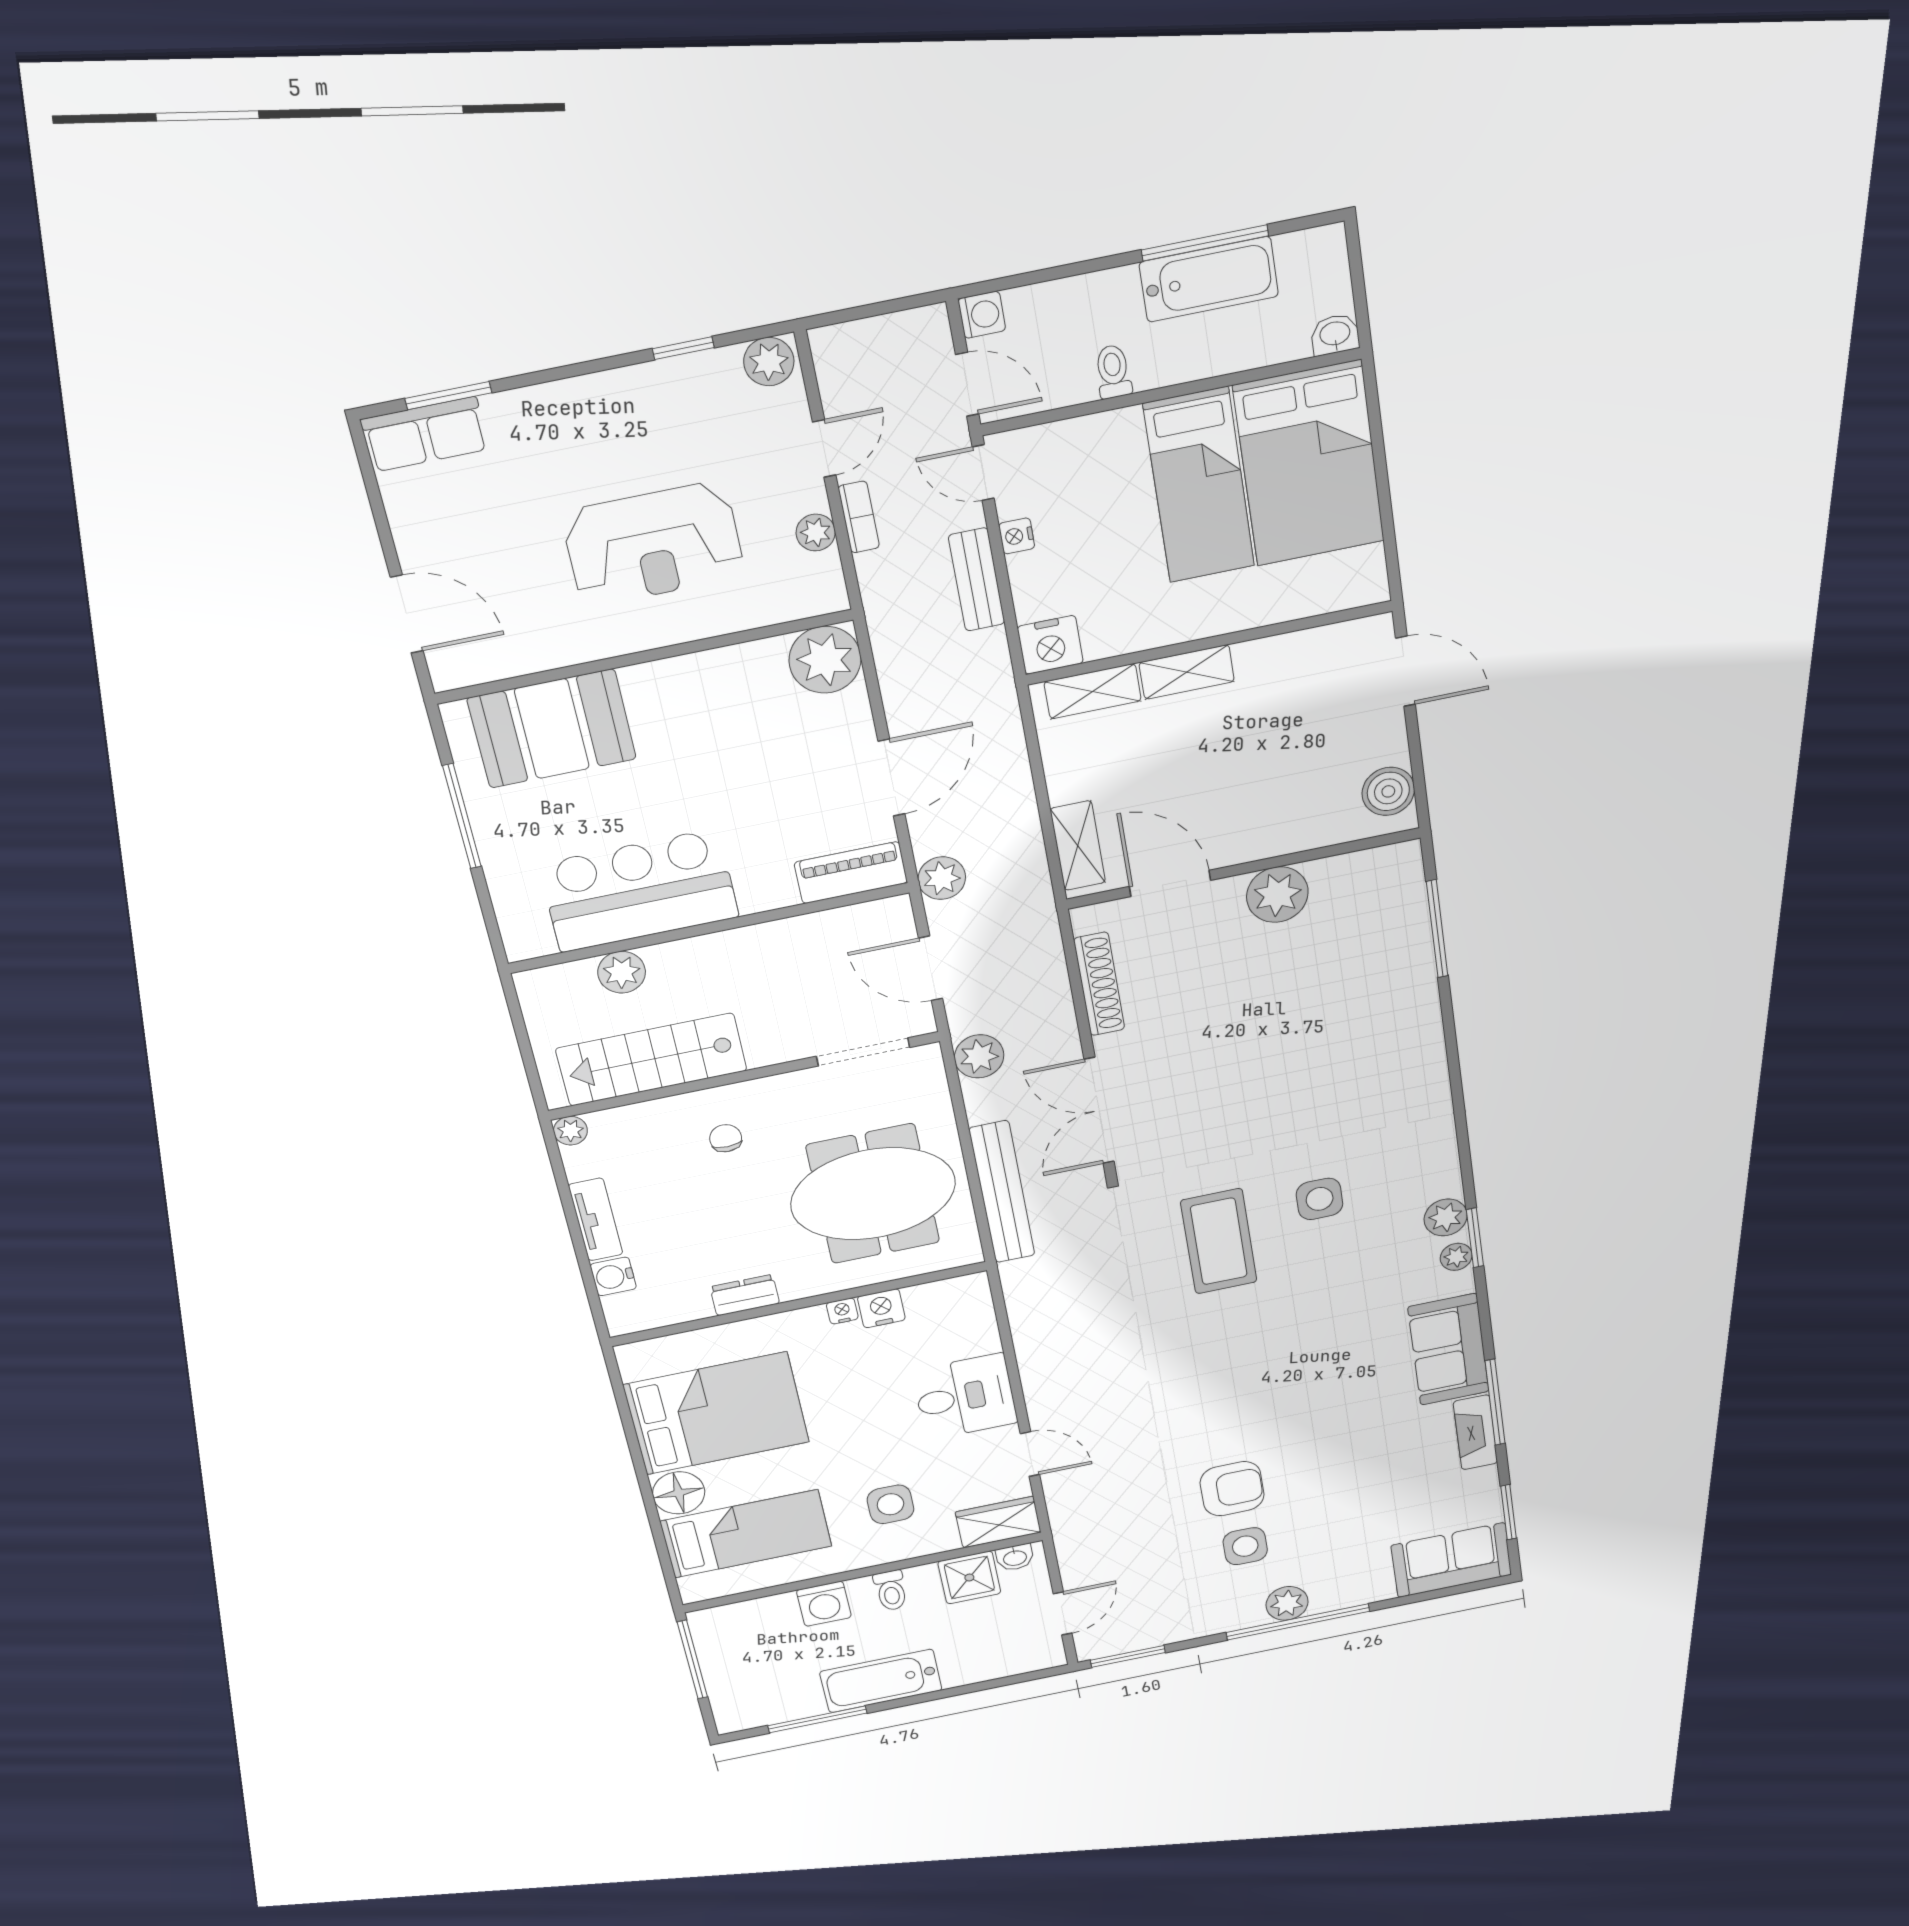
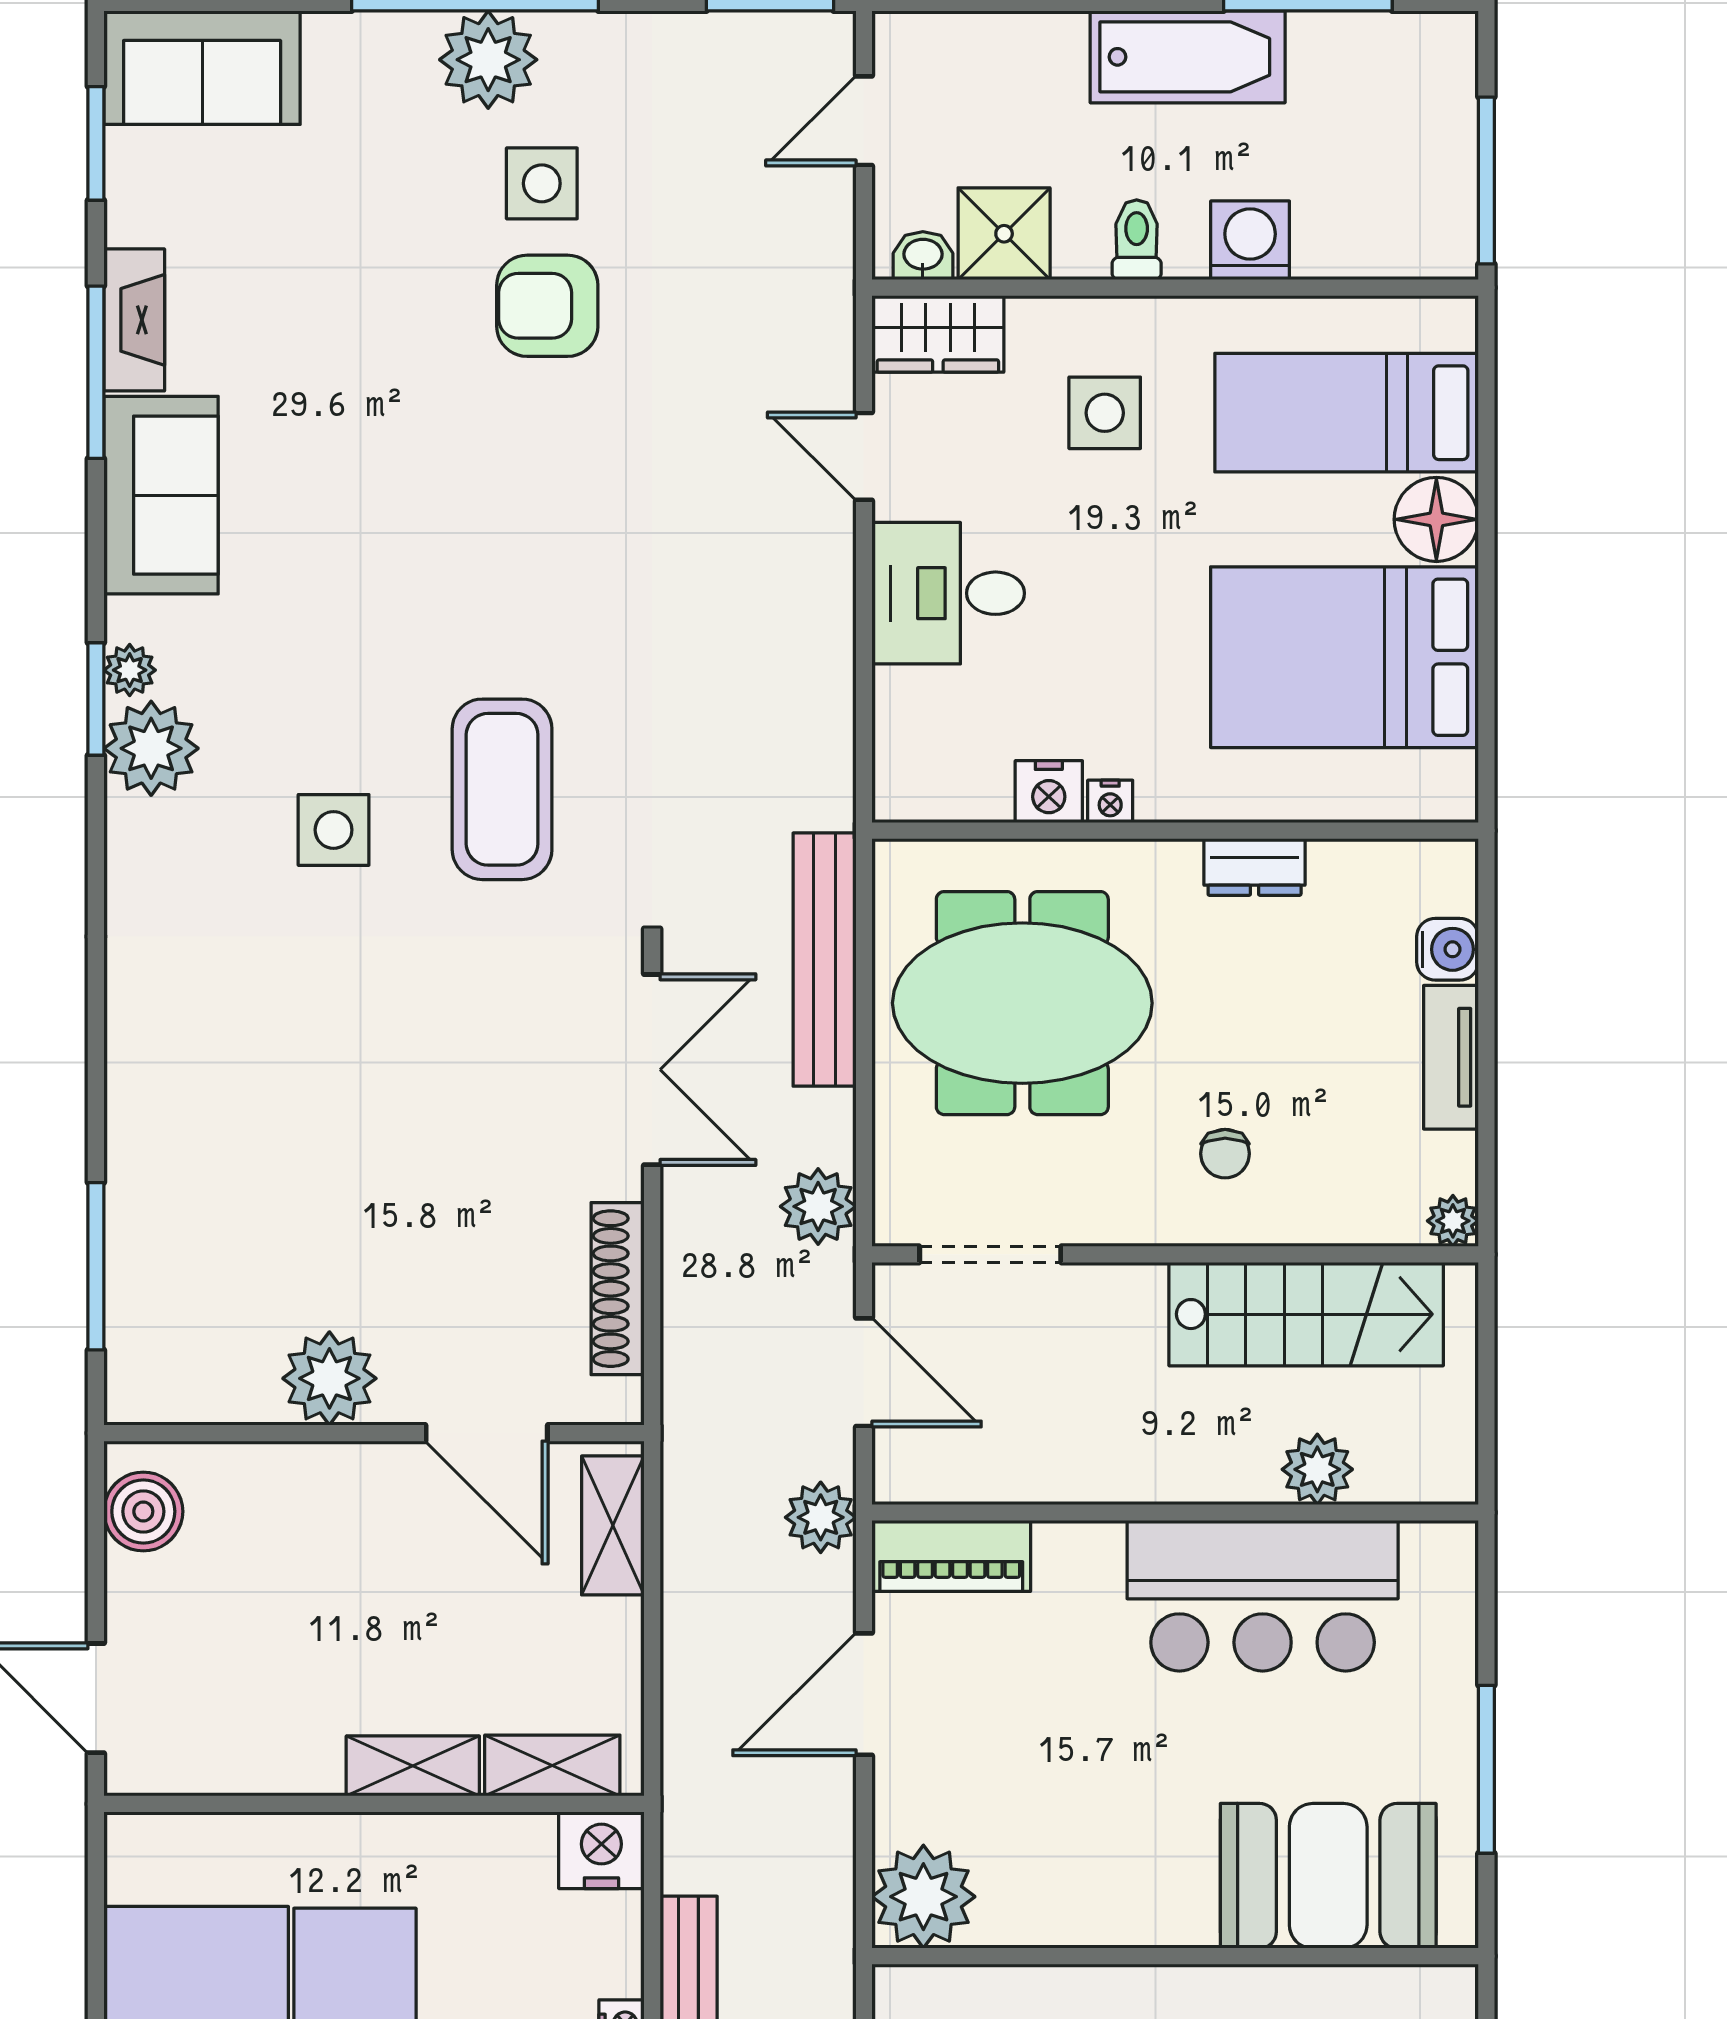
plant: (1446, 1217) -> (151, 748), width x1.36, depth x1.36
plant: (1287, 1603) -> (488, 60), width x1.36, depth x1.36

